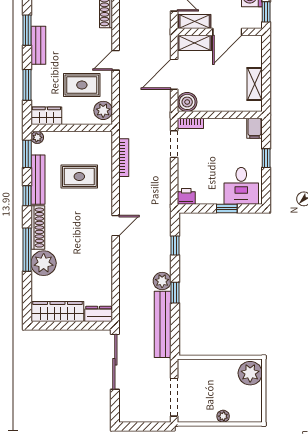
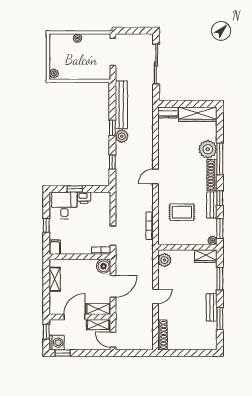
rug: (82, 85) -> (180, 278), removed
bench: (38, 180) -> (212, 205), width x0.73
printer: (186, 196) -> (84, 198), moved
sliding door: (115, 362) -> (156, 64), moved
plant: (250, 373) -> (54, 73), width x0.53, depth x0.53

